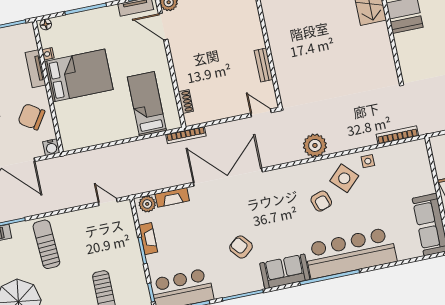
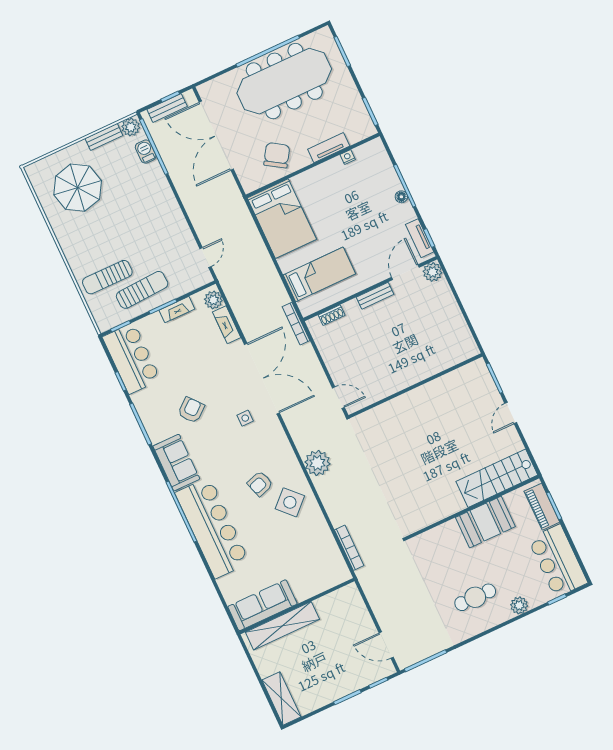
floor lamp: (46, 24) -> (401, 197), moved
bench: (264, 65) -> (375, 296), moved
bed: (79, 76) -> (282, 219), moved
door: (261, 113) -> (338, 398), hinge flipped
water cooler: (51, 147) -> (250, 184), removed
side table: (368, 161) -> (245, 418), moved
sun lounger: (46, 244) -> (142, 290), moved

